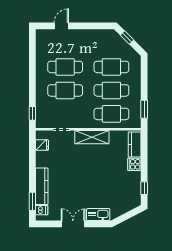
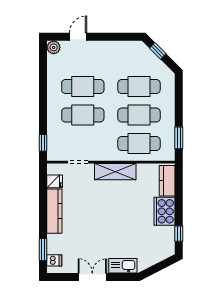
plant: (41, 35) -> (54, 47), added
cooker: (134, 164) -> (164, 211), width x1.87, depth x1.31
kitchen counter: (42, 186) -> (54, 211), moved

